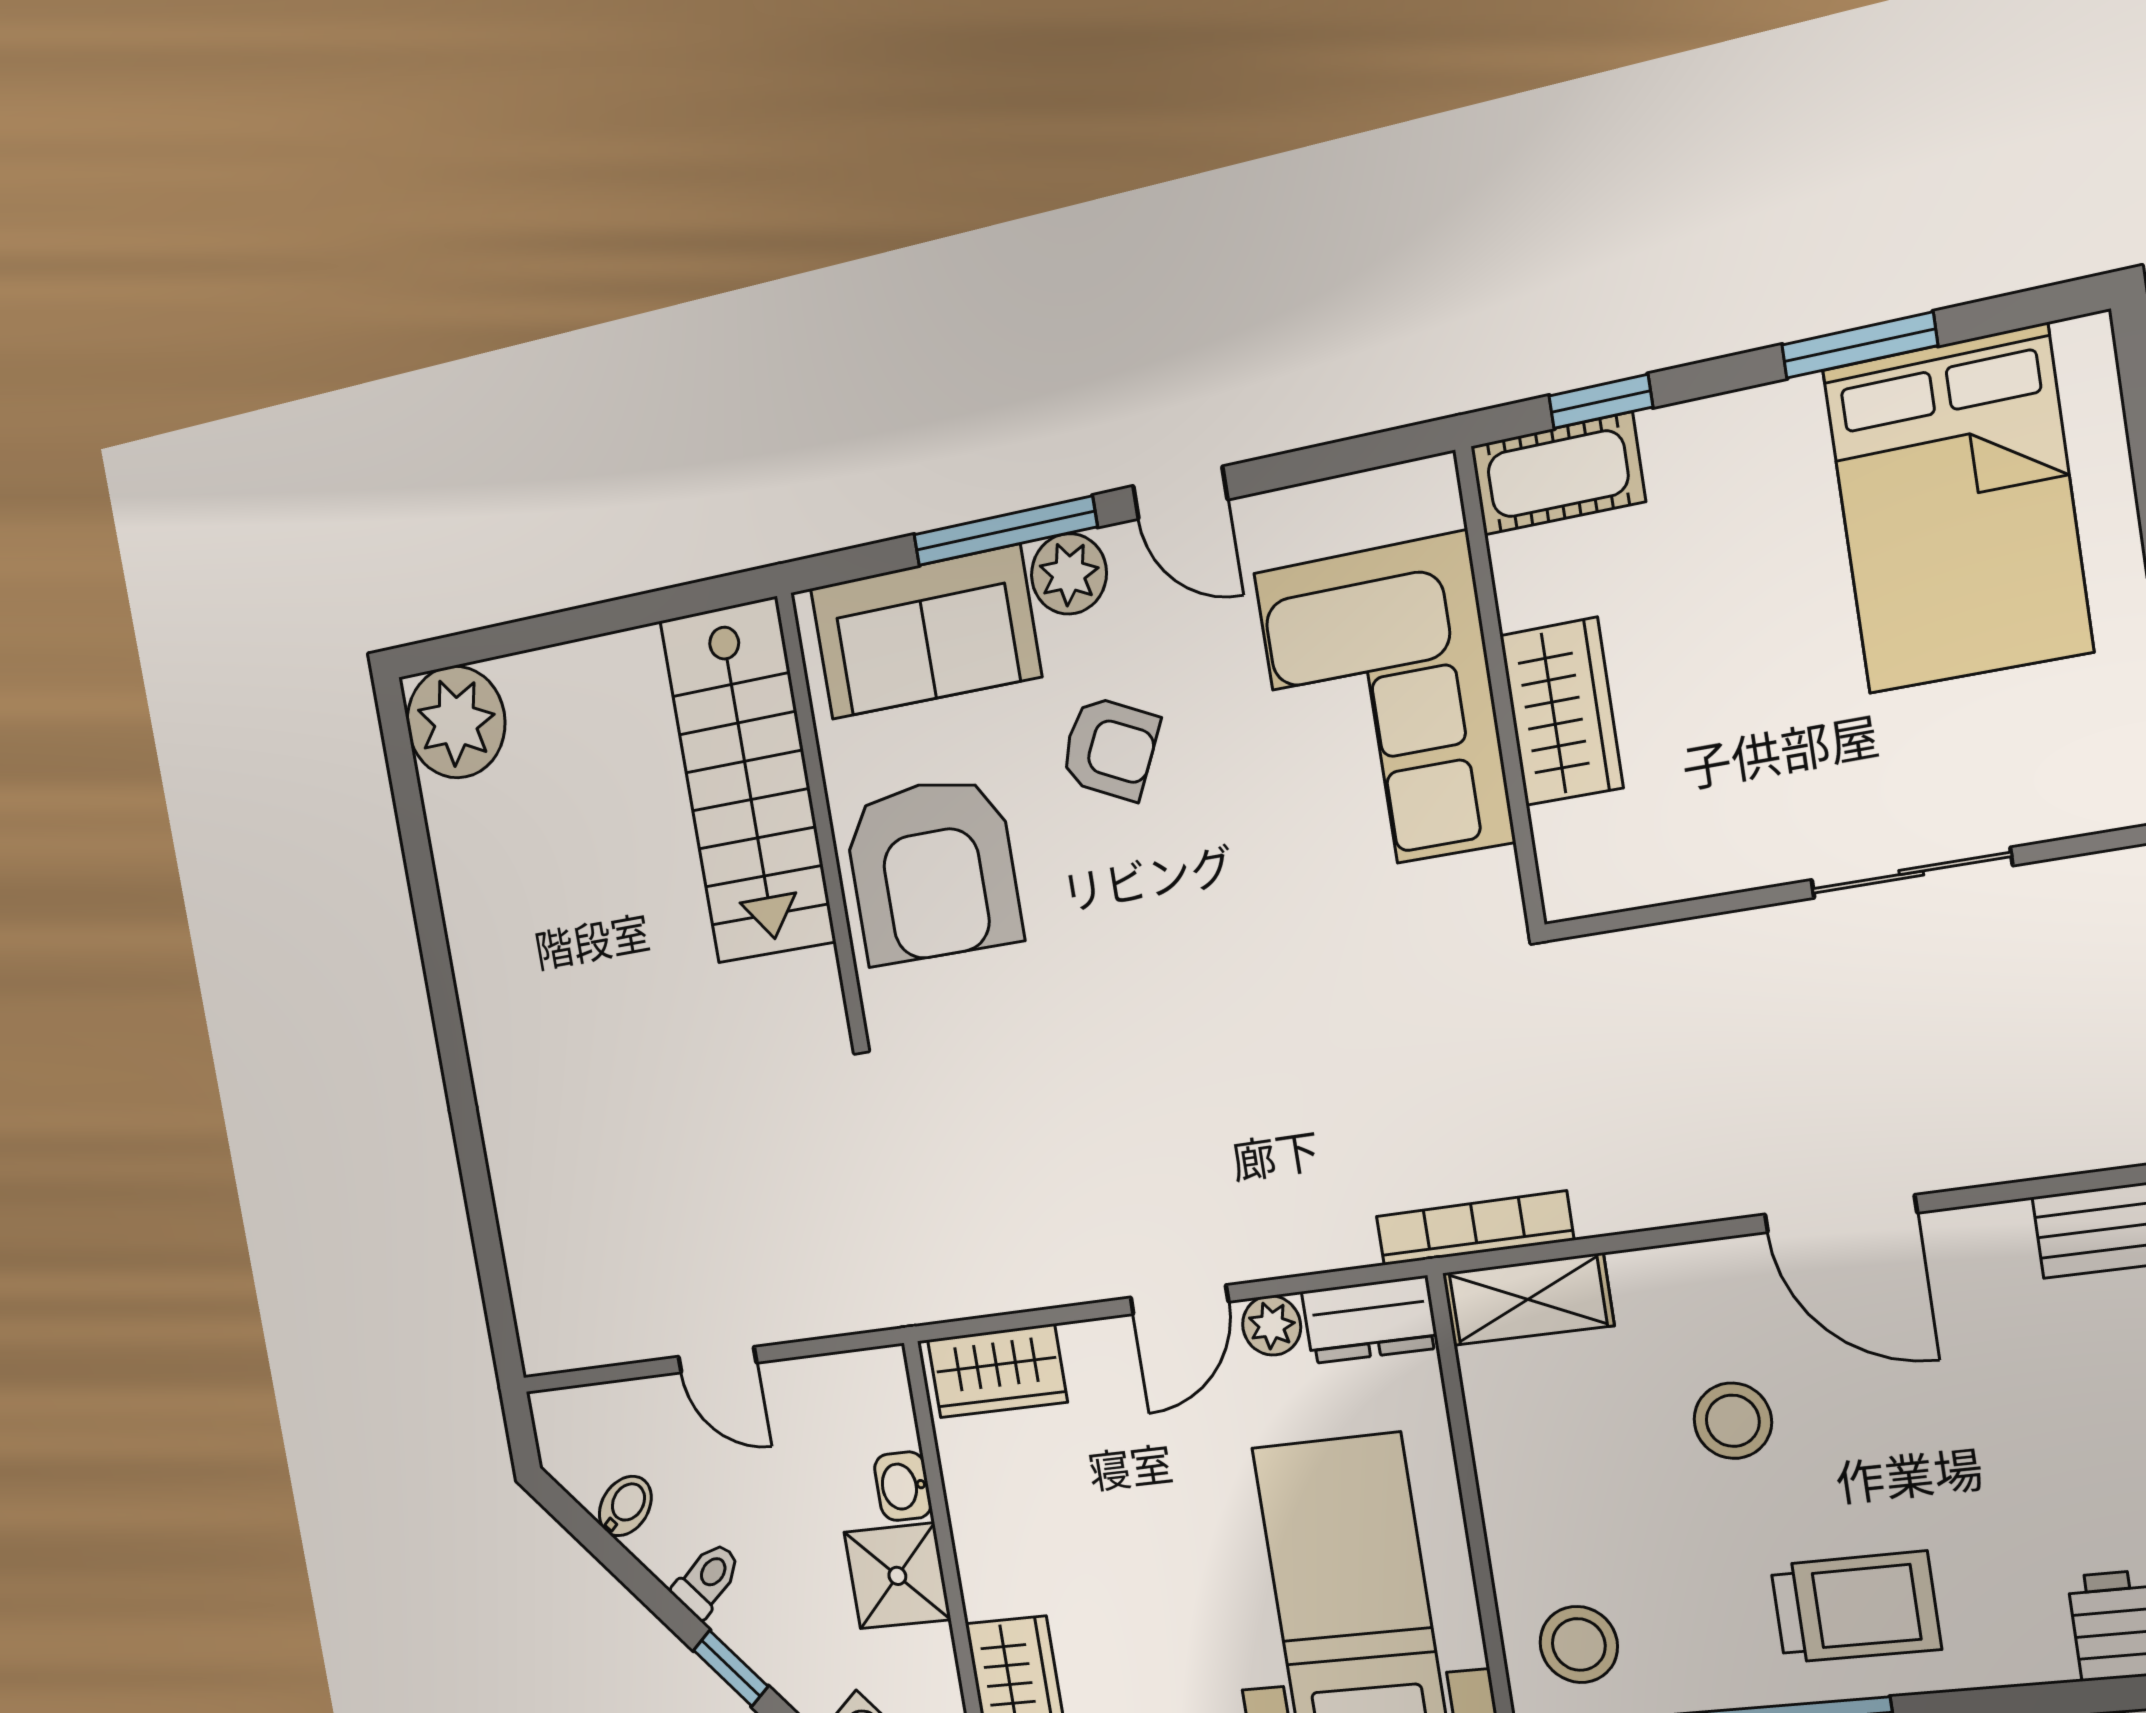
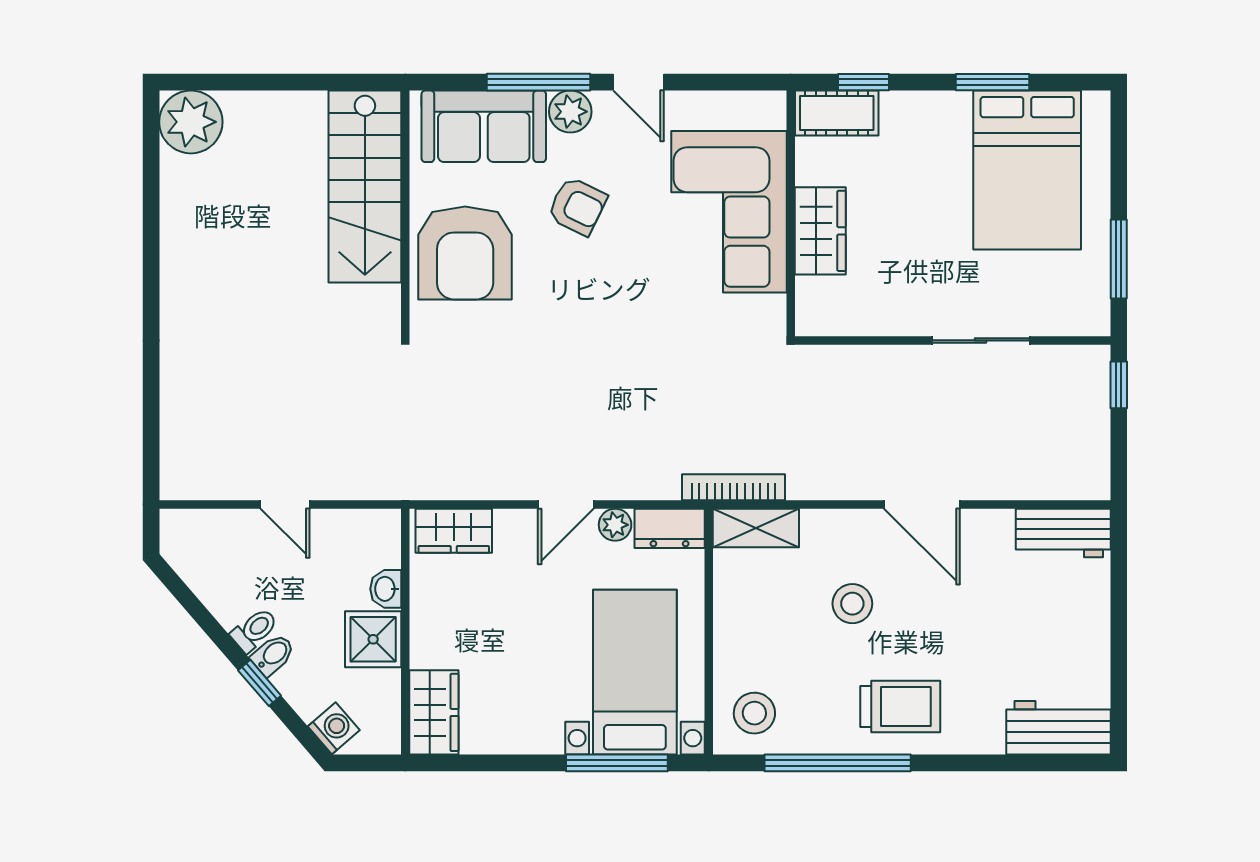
bidet: (625, 1506) -> (273, 655), moved

